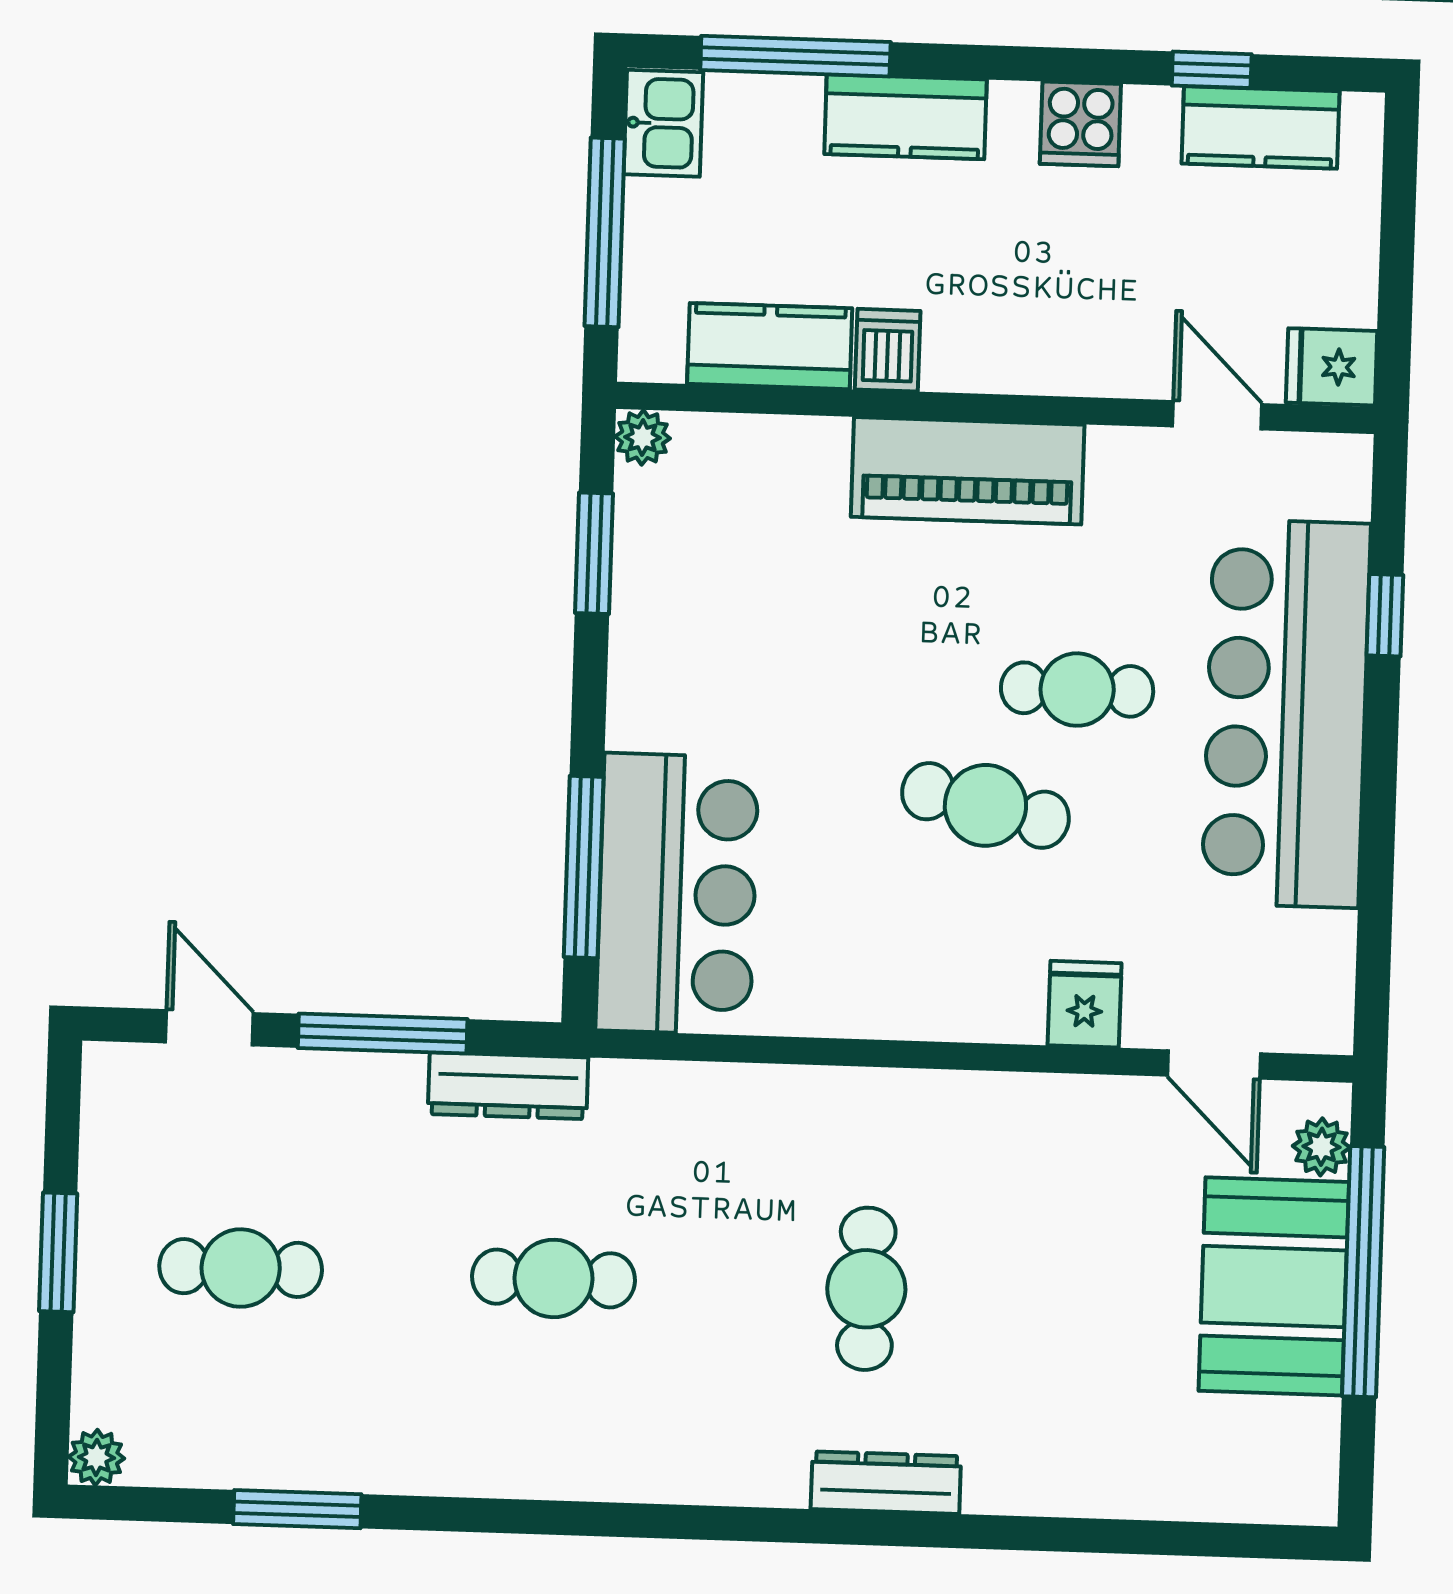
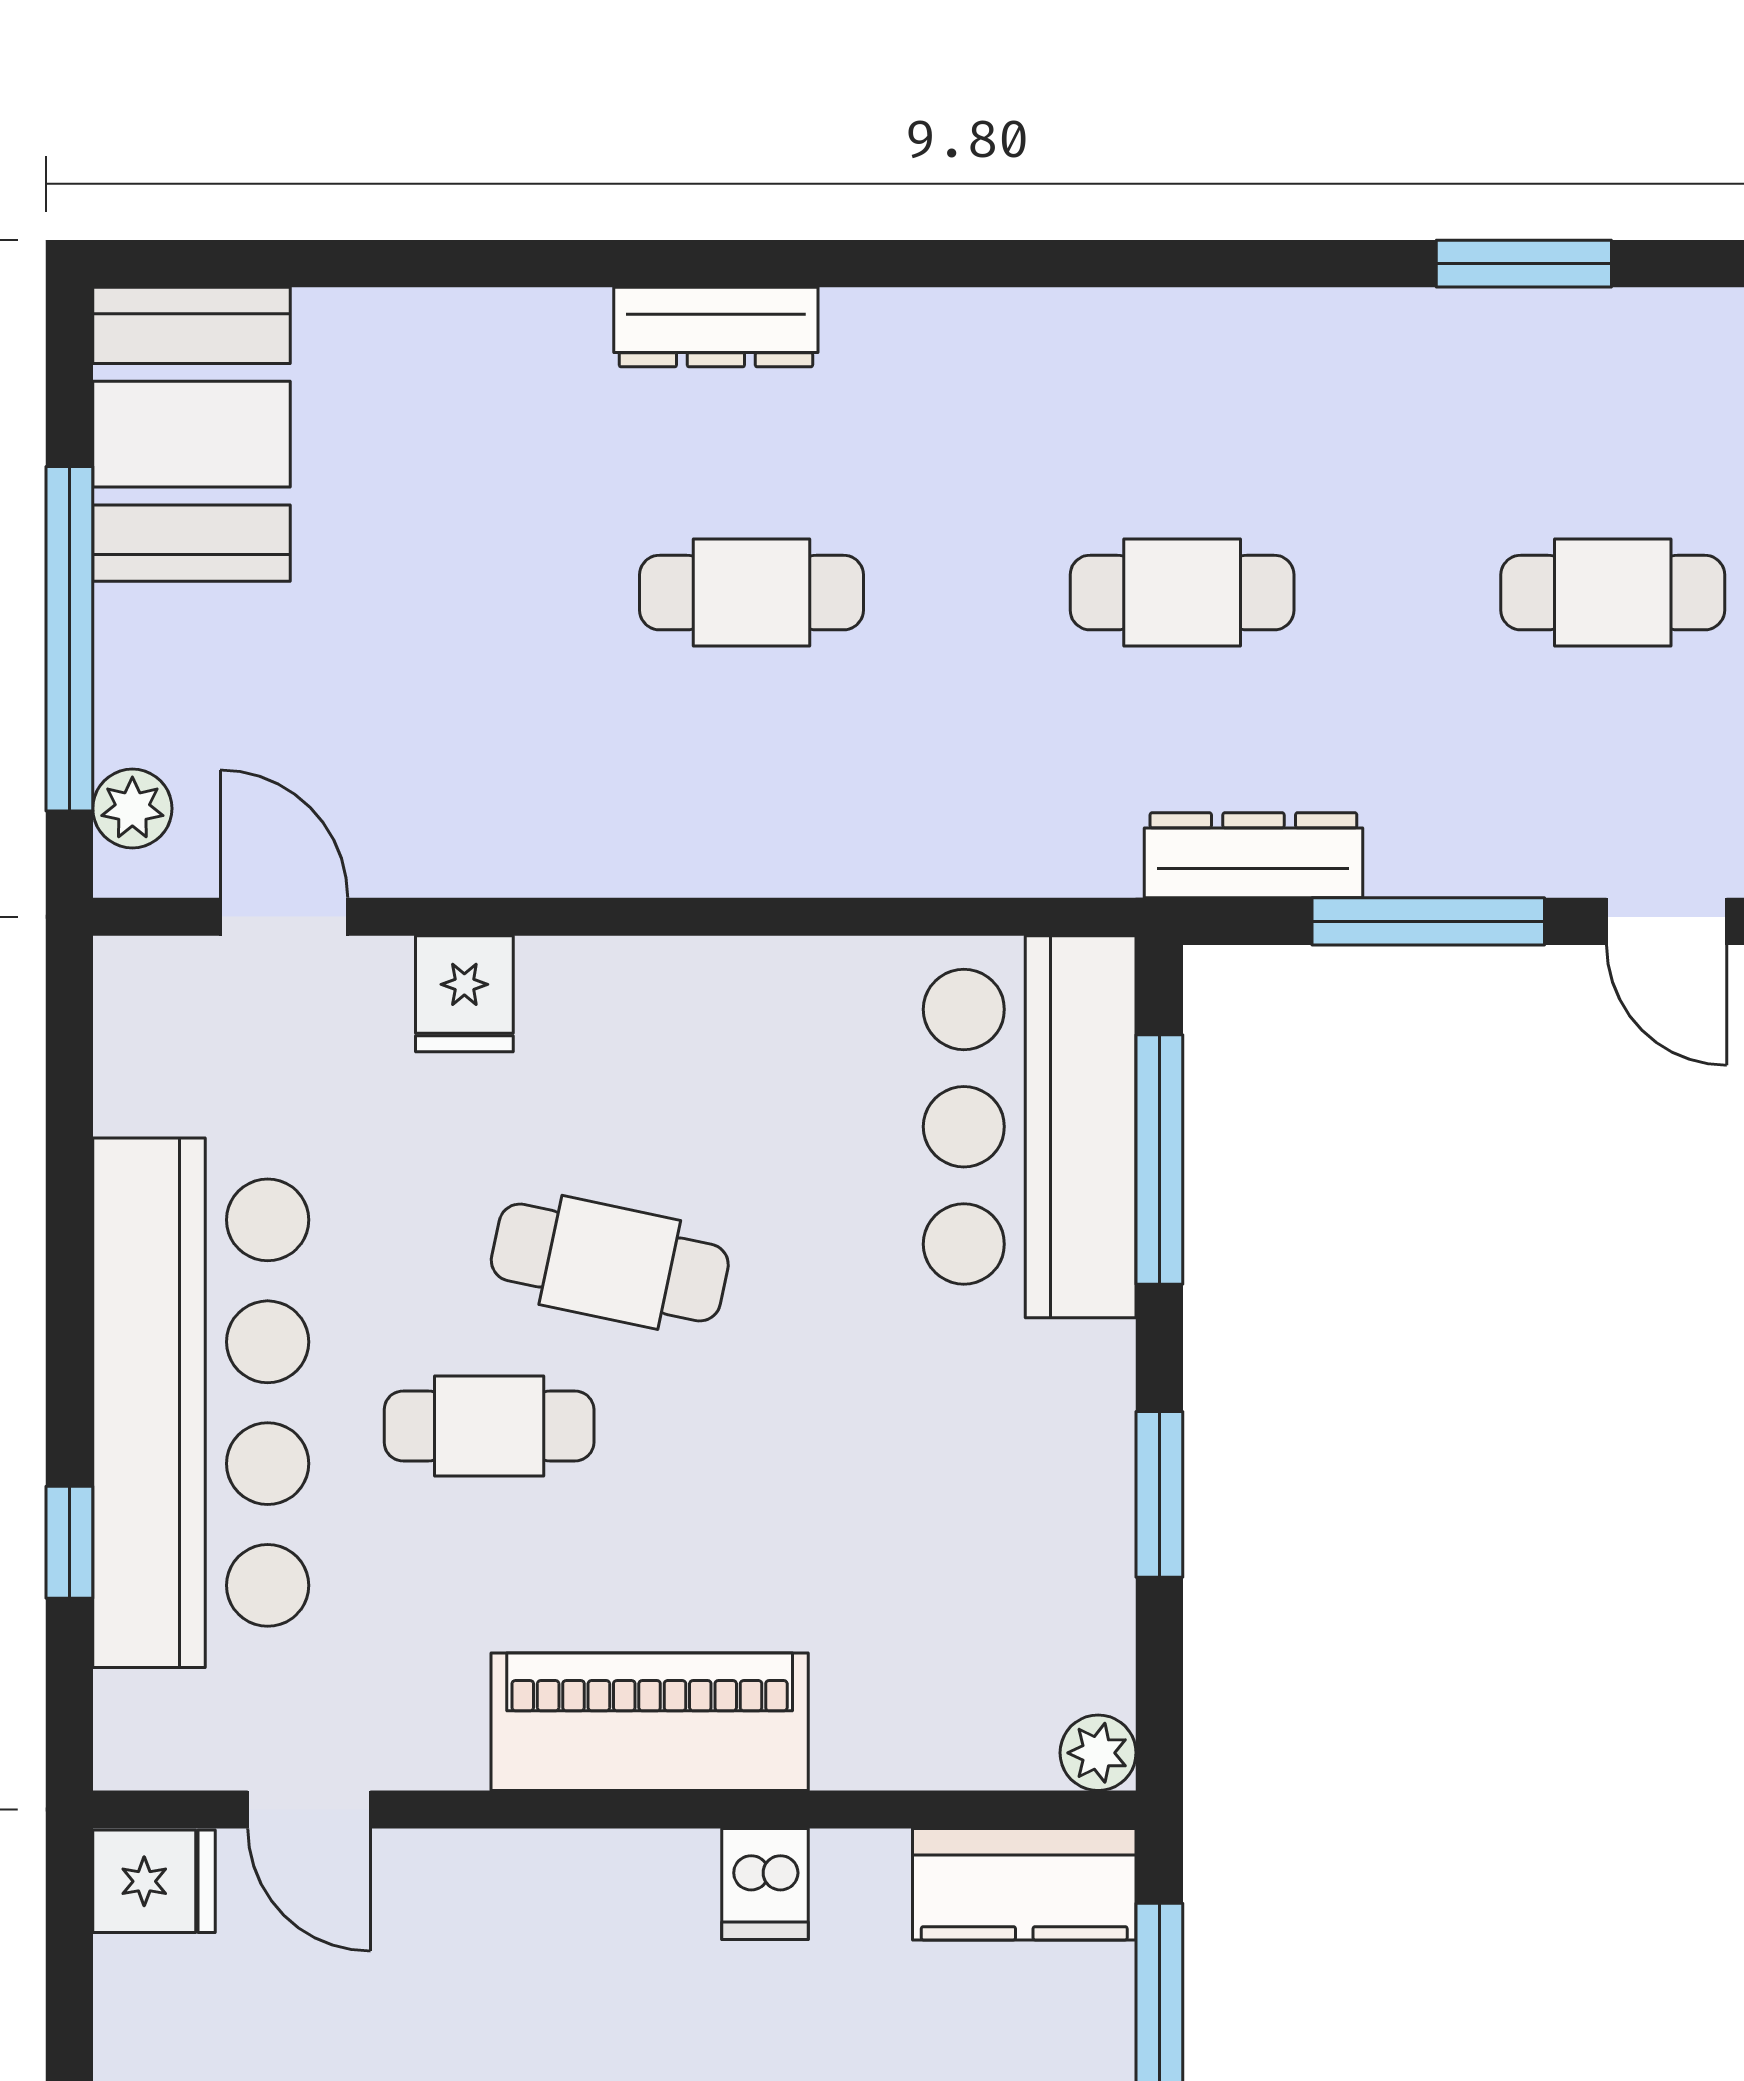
kitchen counter: (770, 346) -> (1024, 1884), moved
window: (594, 553) -> (1159, 1494), moved
booth: (1274, 1286) -> (192, 434), moved
cafe table: (866, 1289) -> (752, 593), turned 90

